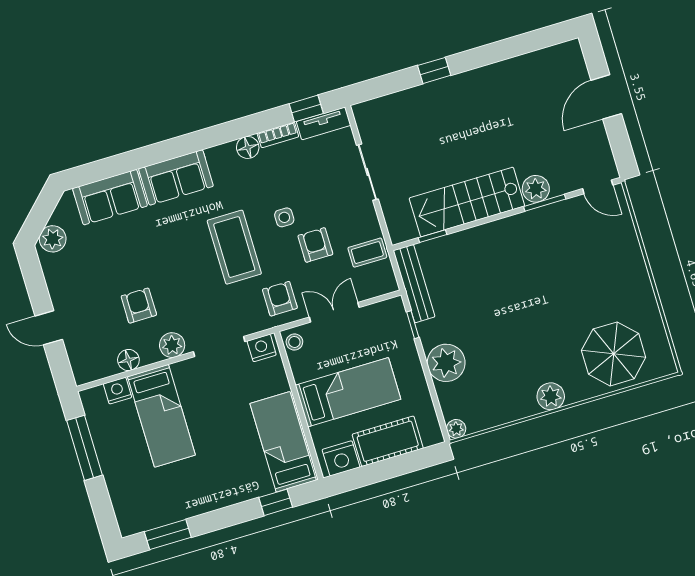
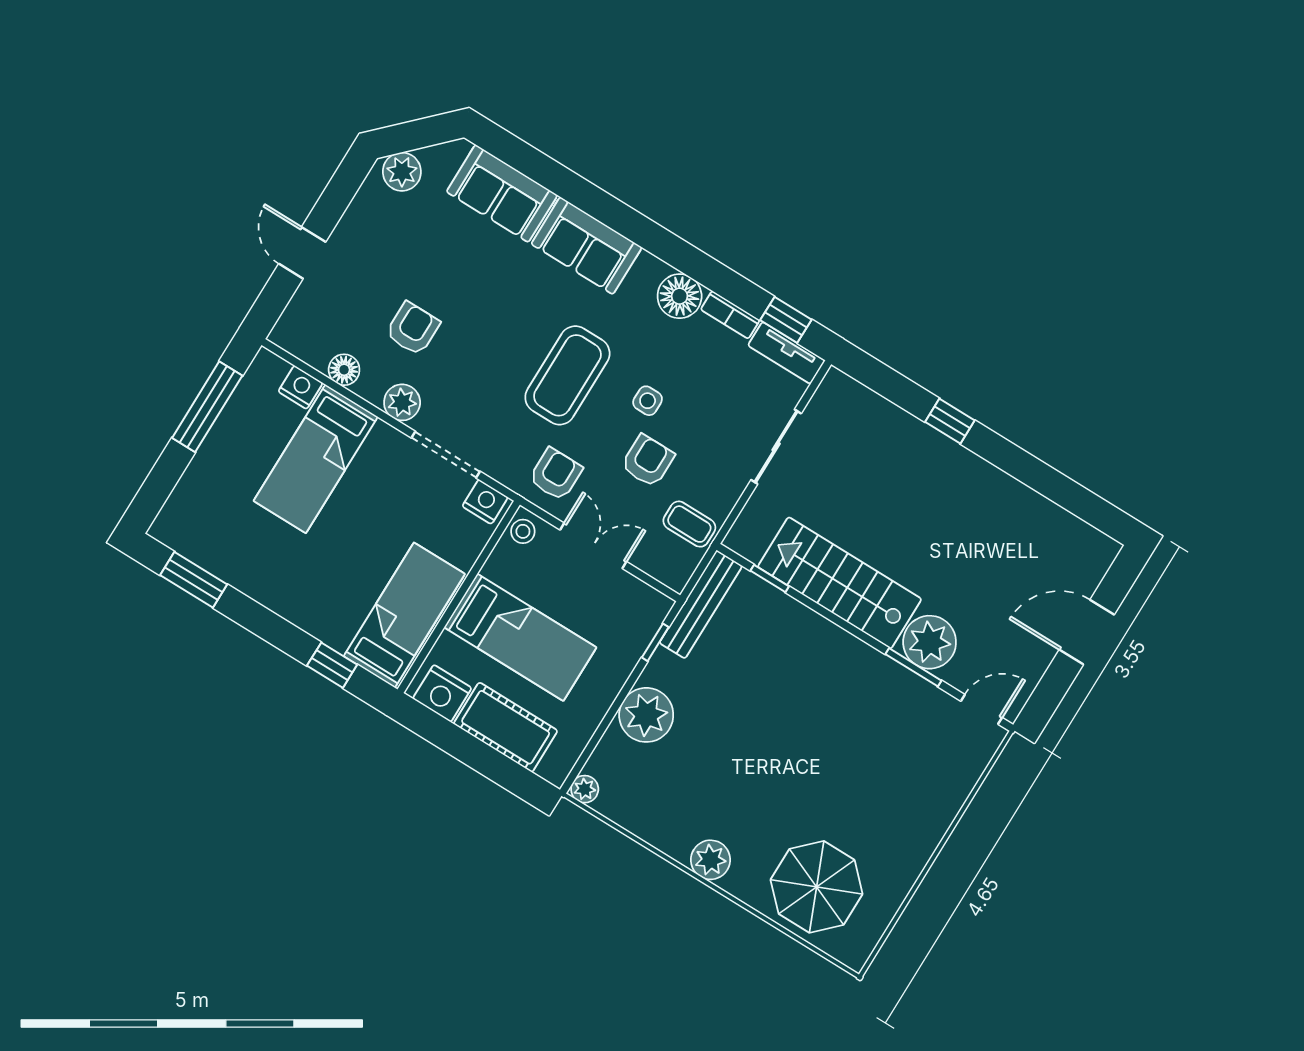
floor lamp: (248, 147) -> (680, 296), width x1.38, depth x1.38
door: (598, 187) -> (981, 709), swing flipped
plant: (536, 189) -> (930, 642), width x1.36, depth x1.36

